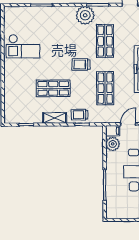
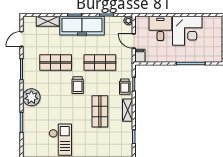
plant: (85, 15) -> (31, 97), moved
plant: (113, 144) -> (152, 56), removed

